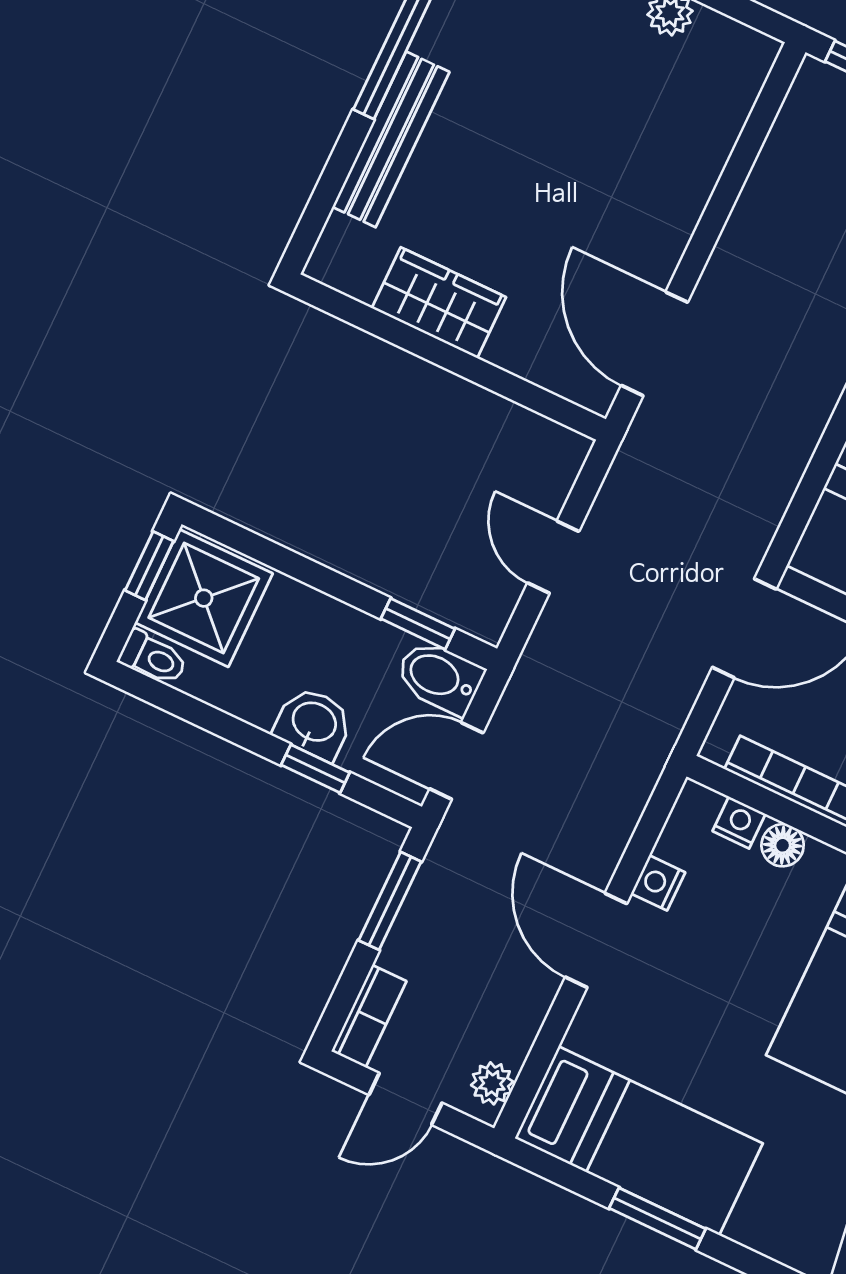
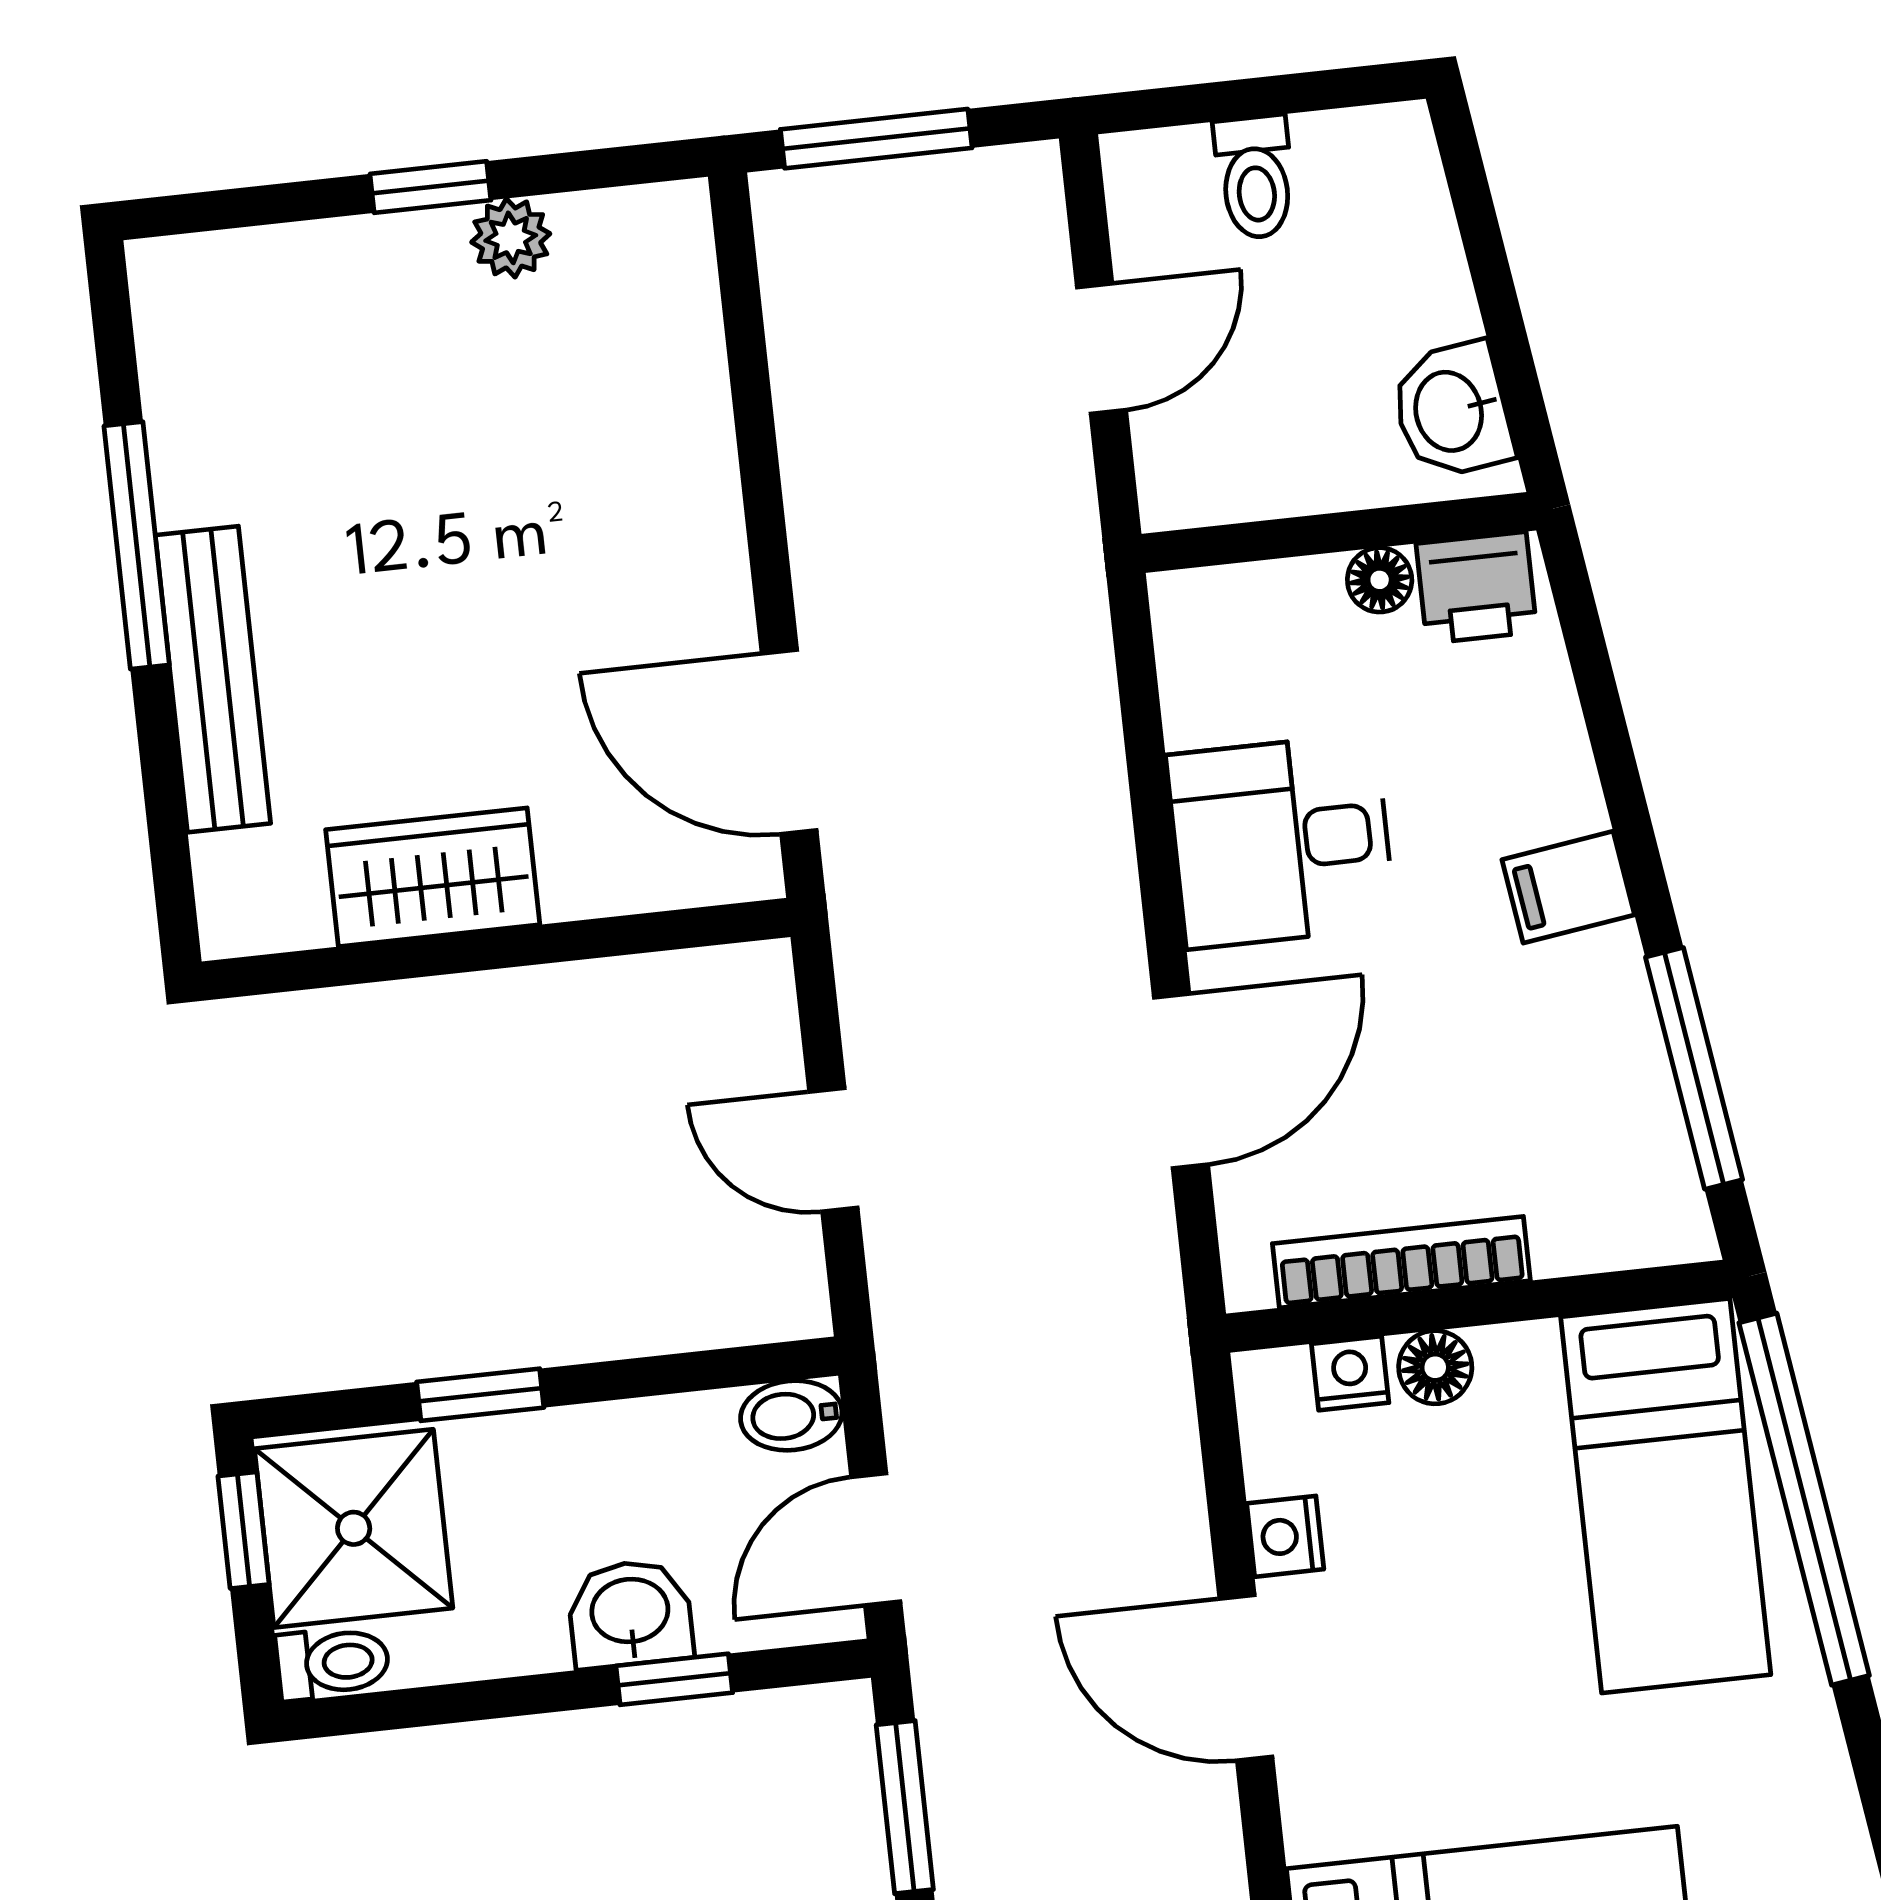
window: (418, 624) -> (480, 1395), moved
bidet: (440, 677) -> (791, 1416), width x0.72, depth x0.74

